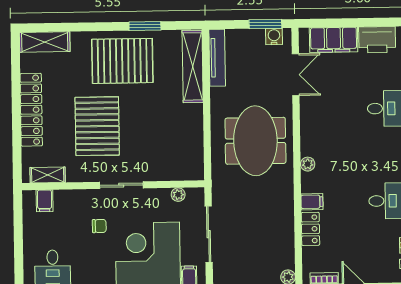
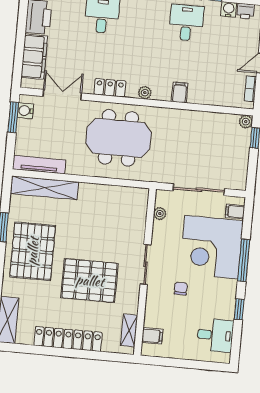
locker: (310, 229) -> (110, 88), moved

